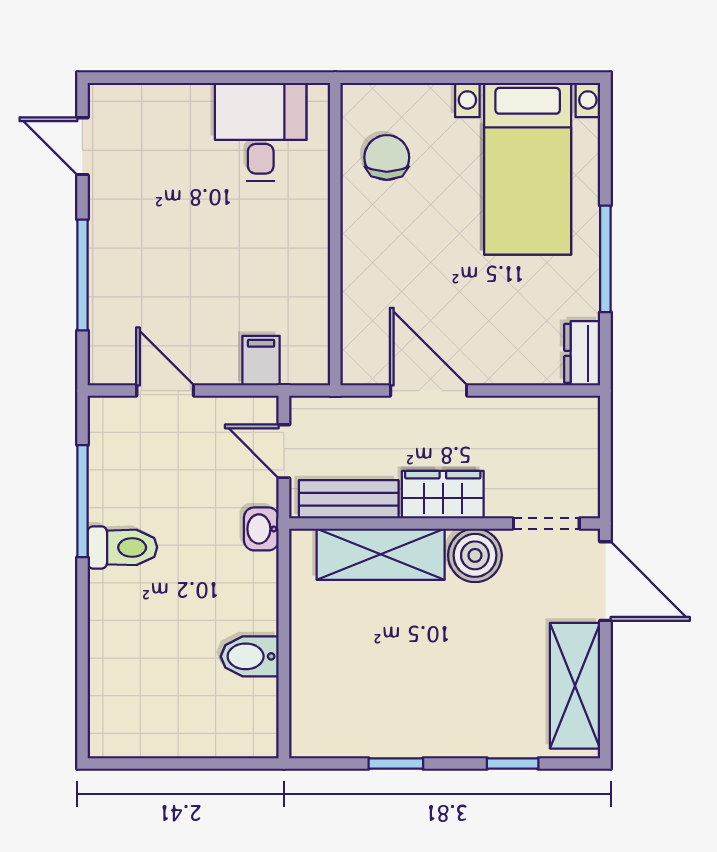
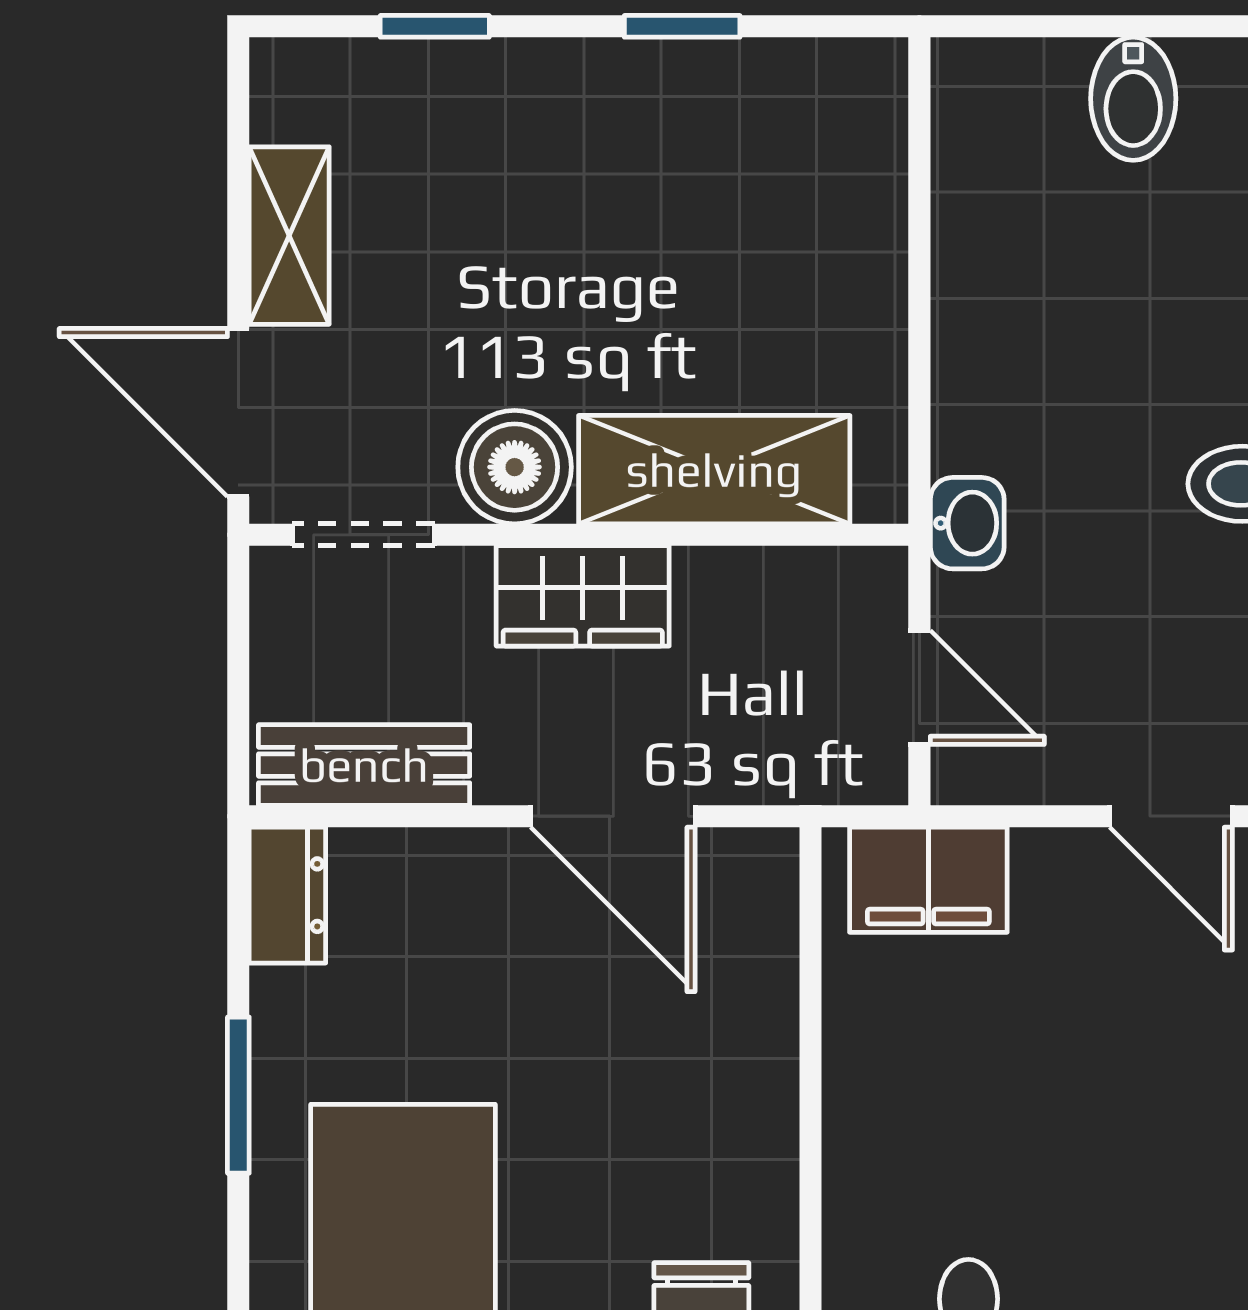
window: (605, 259) -> (238, 1095), width x0.69
filing cabinet: (261, 361) -> (928, 880), width x2.00
bench: (349, 499) -> (364, 765), moved
bidet: (250, 656) -> (1133, 99), moved, turned 90
shelving: (575, 686) -> (289, 236), width x0.67, depth x0.75

